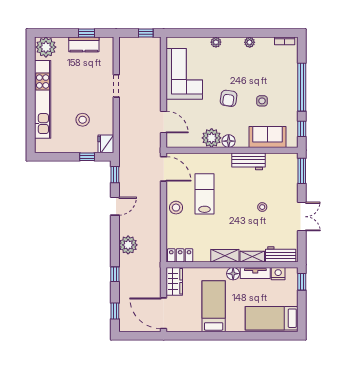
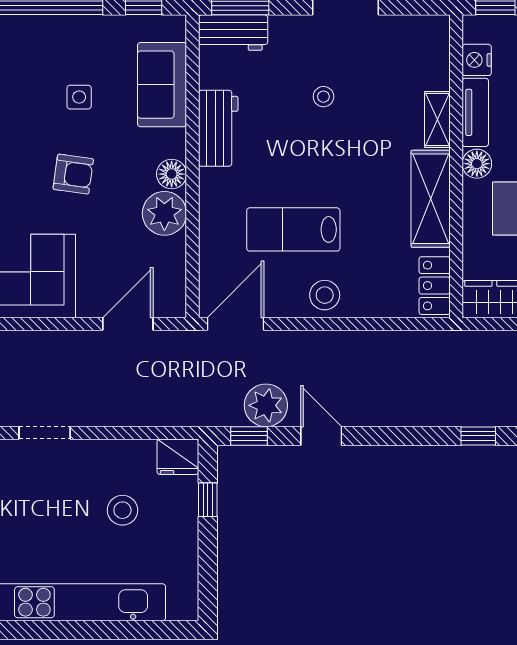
plant: (128, 245) -> (266, 405), moved
workbench: (281, 254) -> (233, 33), moved, turned -90
shelving: (225, 256) -> (431, 199), width x1.50, depth x1.33

